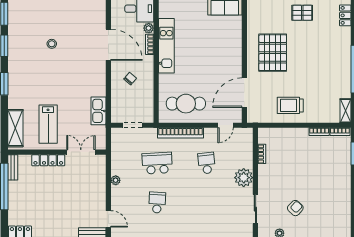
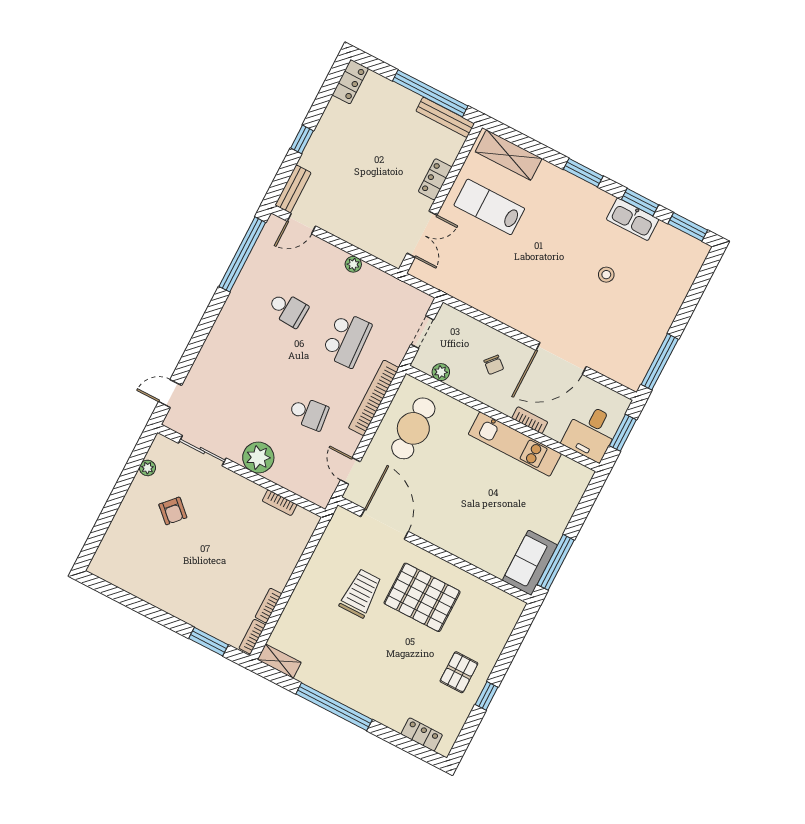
plant: (149, 28) -> (441, 372), moved
trolley: (290, 105) -> (361, 593), moved
kitchen sink: (99, 111) -> (633, 219), moved, turned 180
locker: (48, 160) -> (435, 179), width x0.66
bench: (13, 167) -> (445, 117), width x1.36

